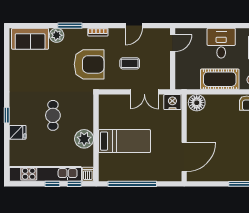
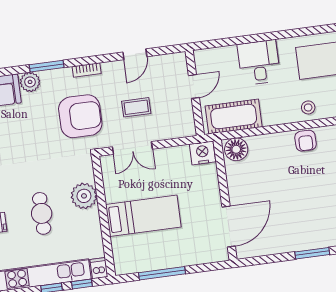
door: (173, 43) -> (194, 87), moved
cot: (220, 79) -> (234, 117), moved
double door: (144, 92) -> (132, 148), moved
cafe table: (53, 115) -> (42, 213), moved
plant: (84, 139) -> (84, 196), moved
window: (132, 184) -> (162, 273), width x0.68

